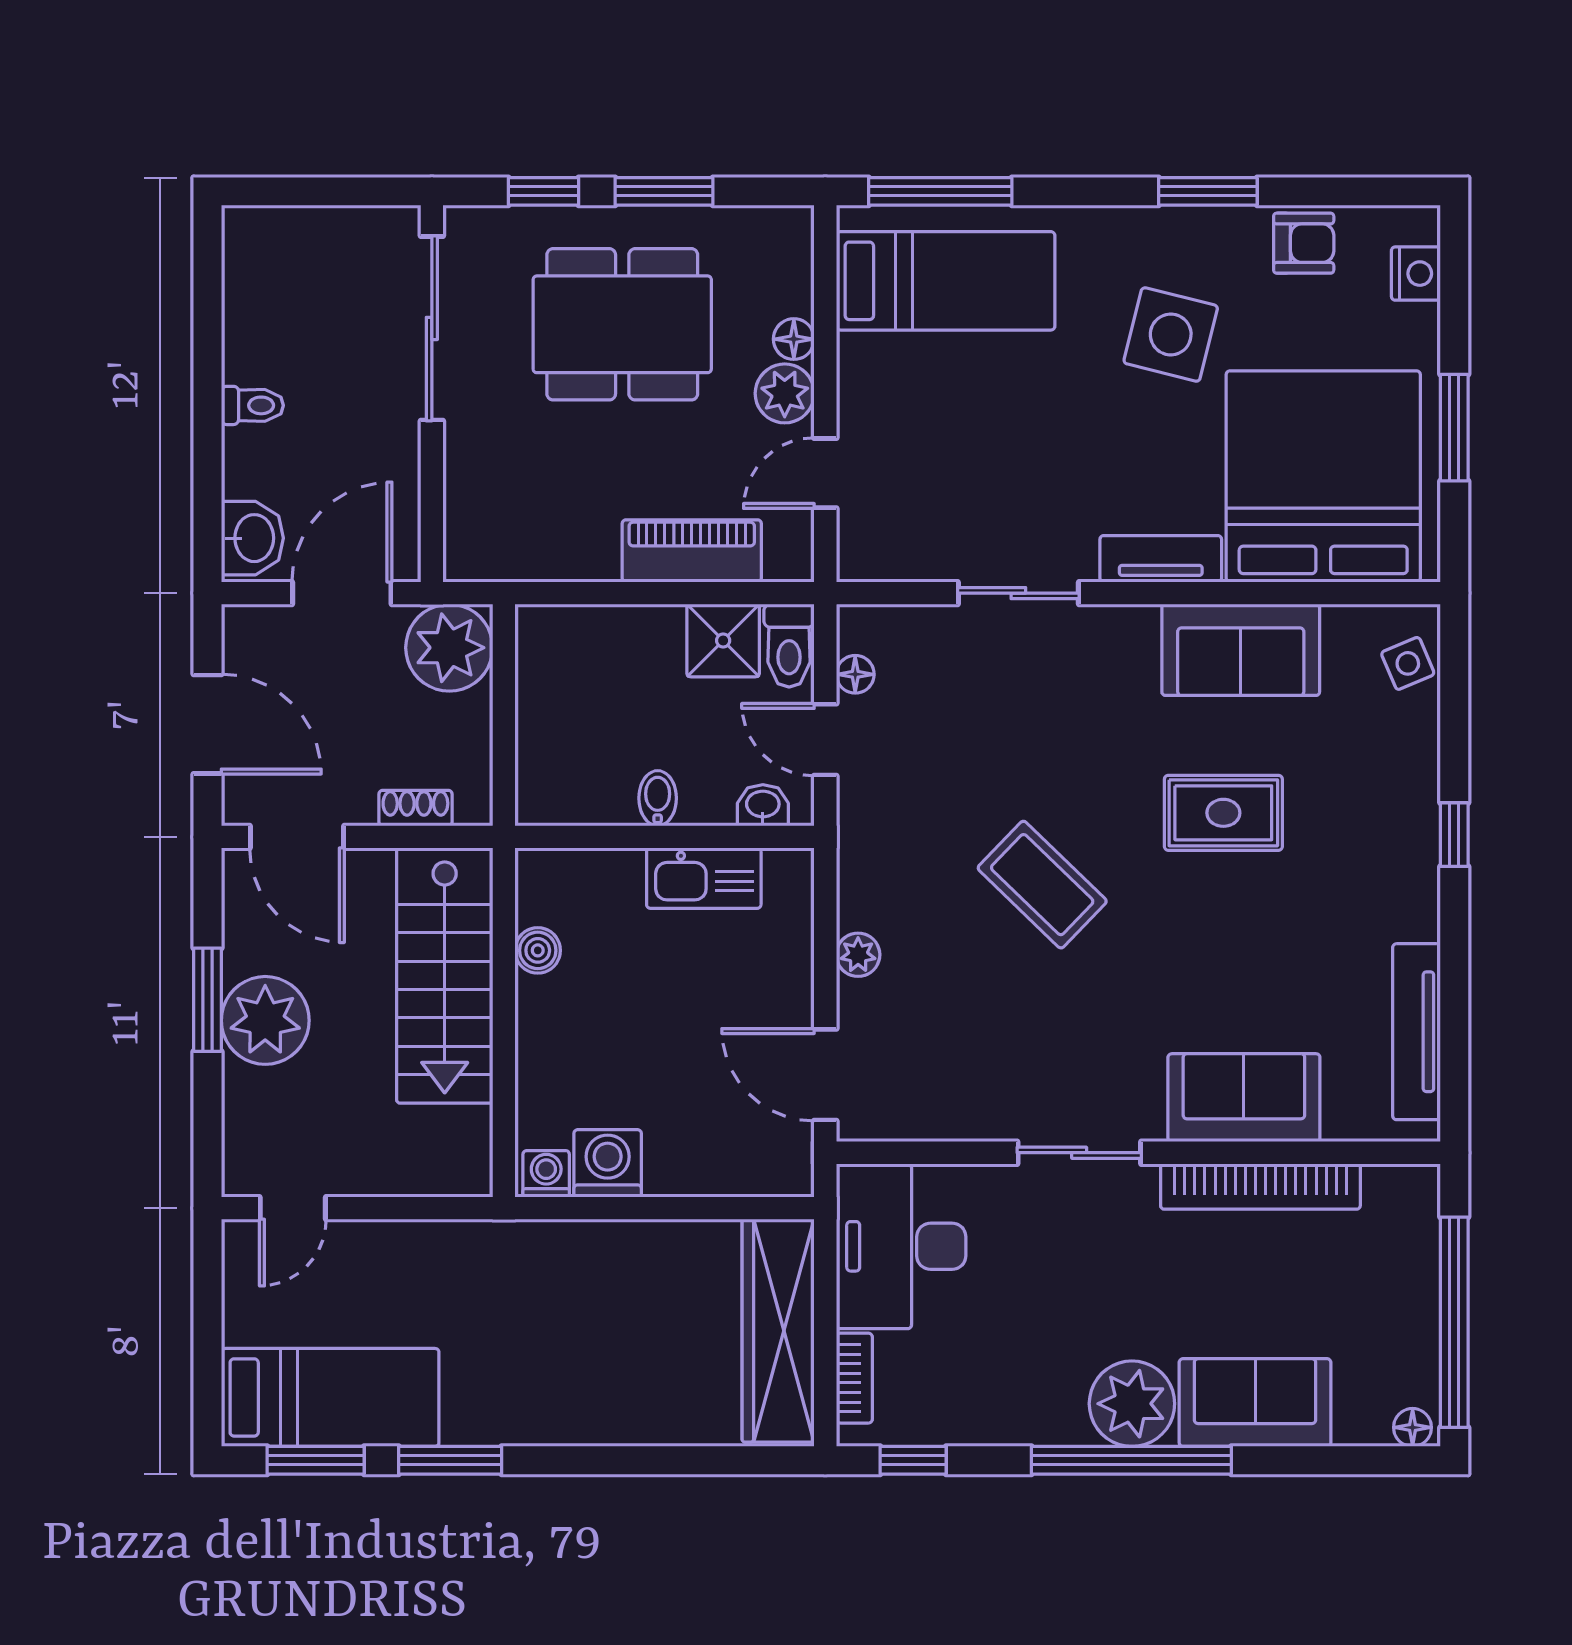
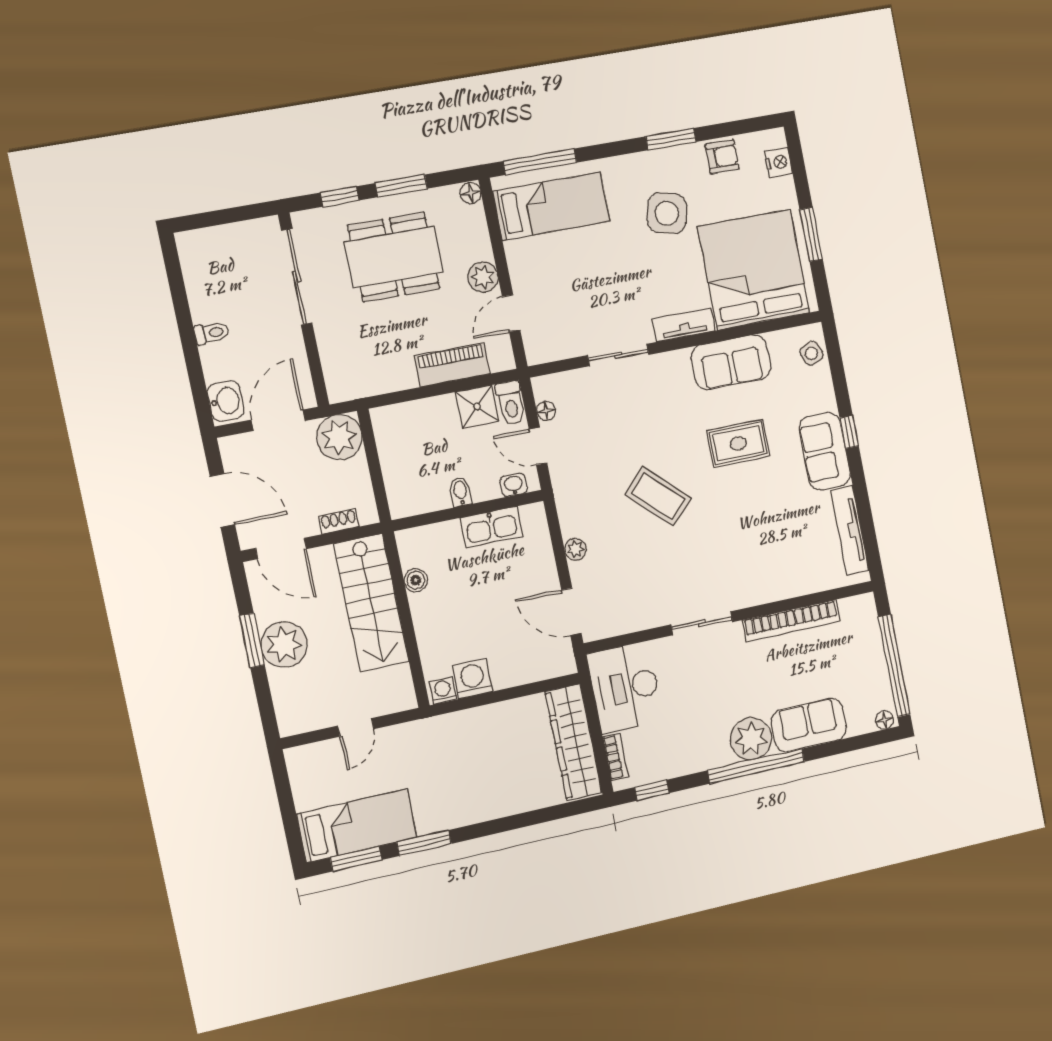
floor lamp: (794, 339) -> (471, 193), moved
sofa: (1244, 1098) -> (825, 451), moved, turned -90
door: (293, 1208) -> (356, 727), moved

